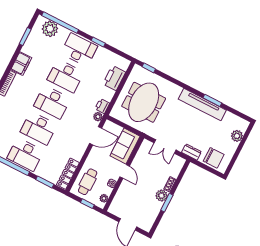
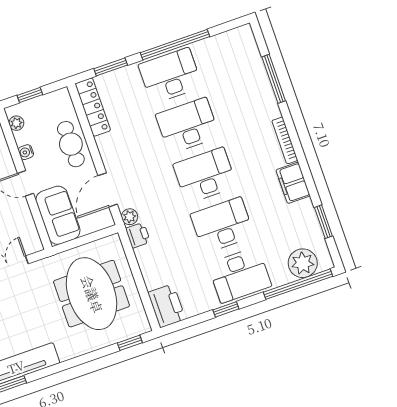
printer: (114, 78) -> (167, 306), moved
cafe table: (88, 182) -> (71, 144), moved

